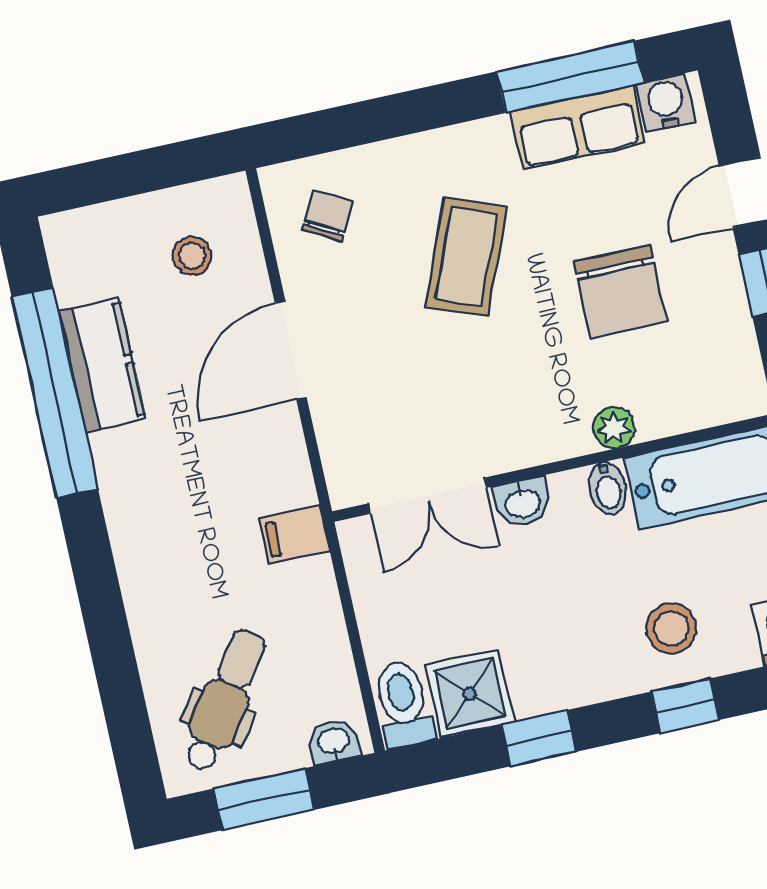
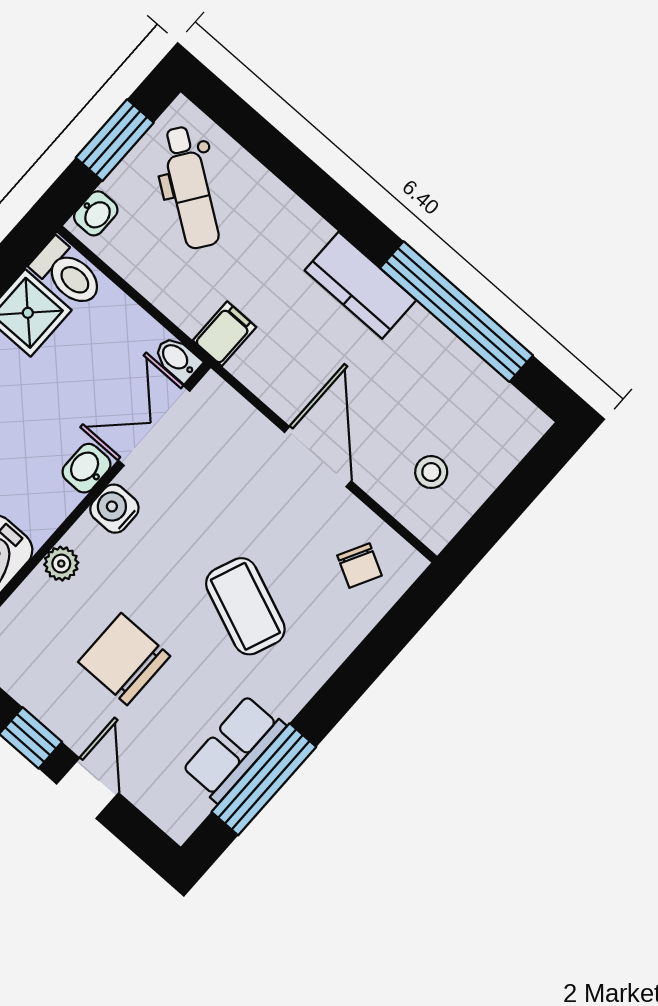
water cooler: (666, 103) -> (114, 509), moved, turned 180
kitchen counter: (102, 365) -> (360, 285), moved
bidet: (608, 488) -> (177, 359), moved

